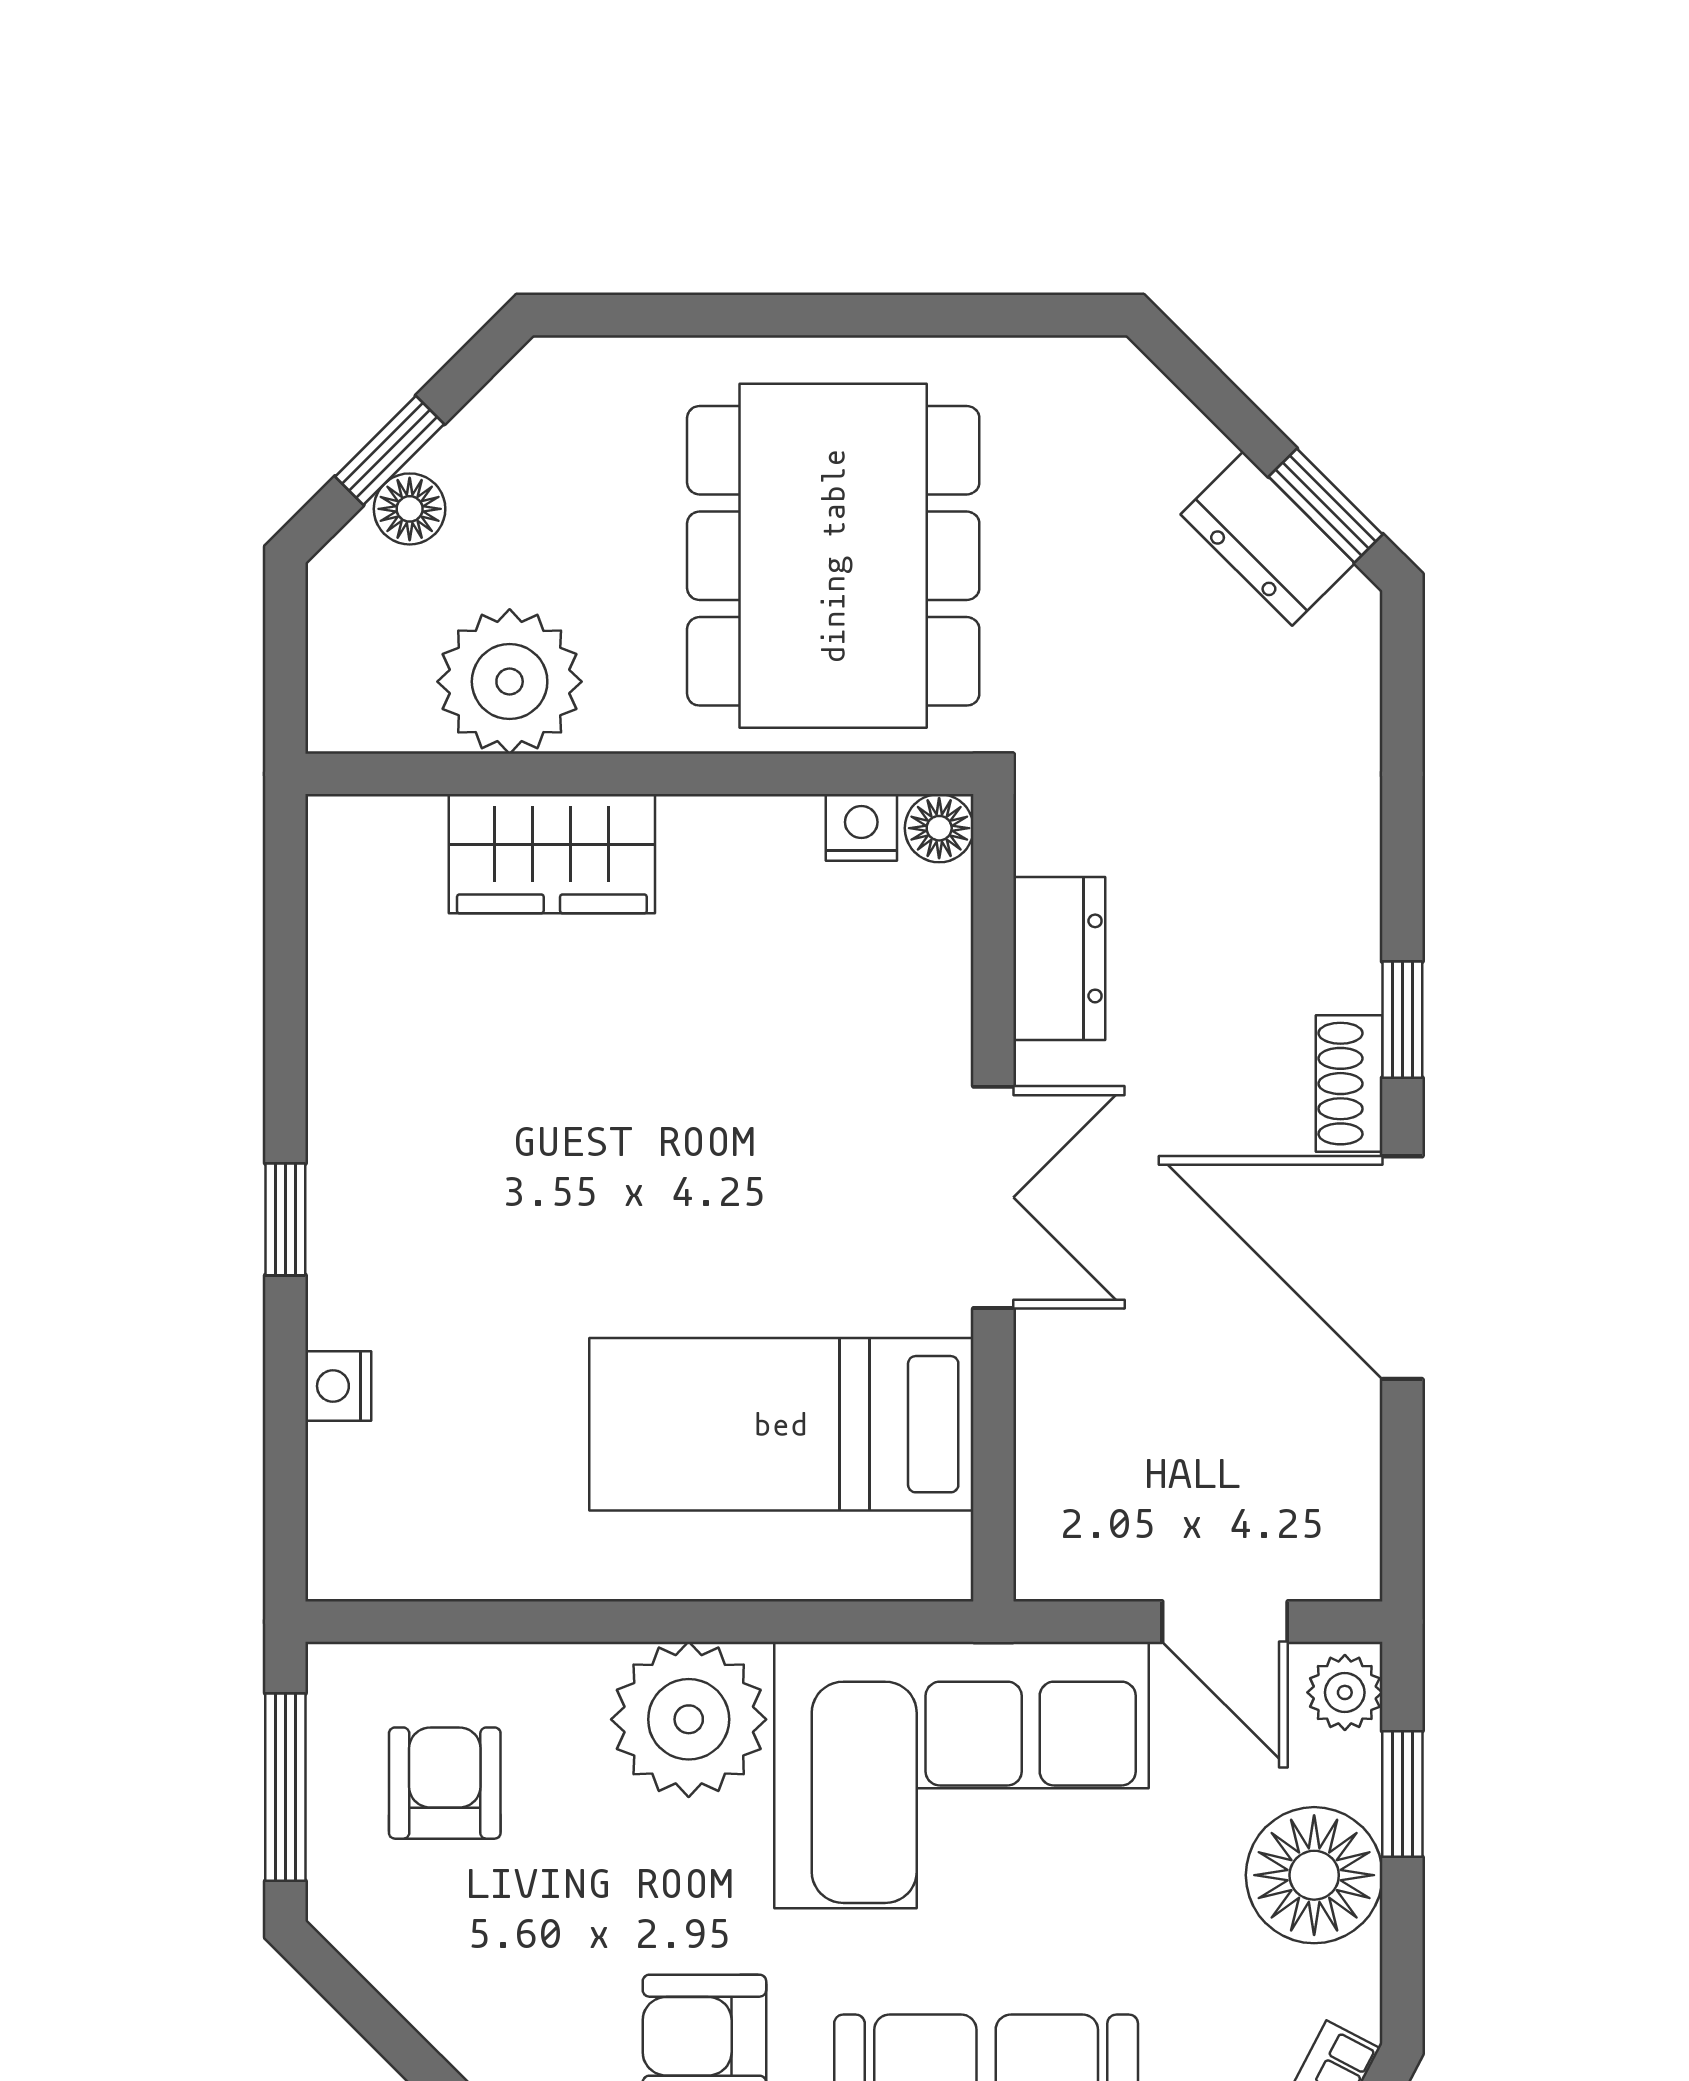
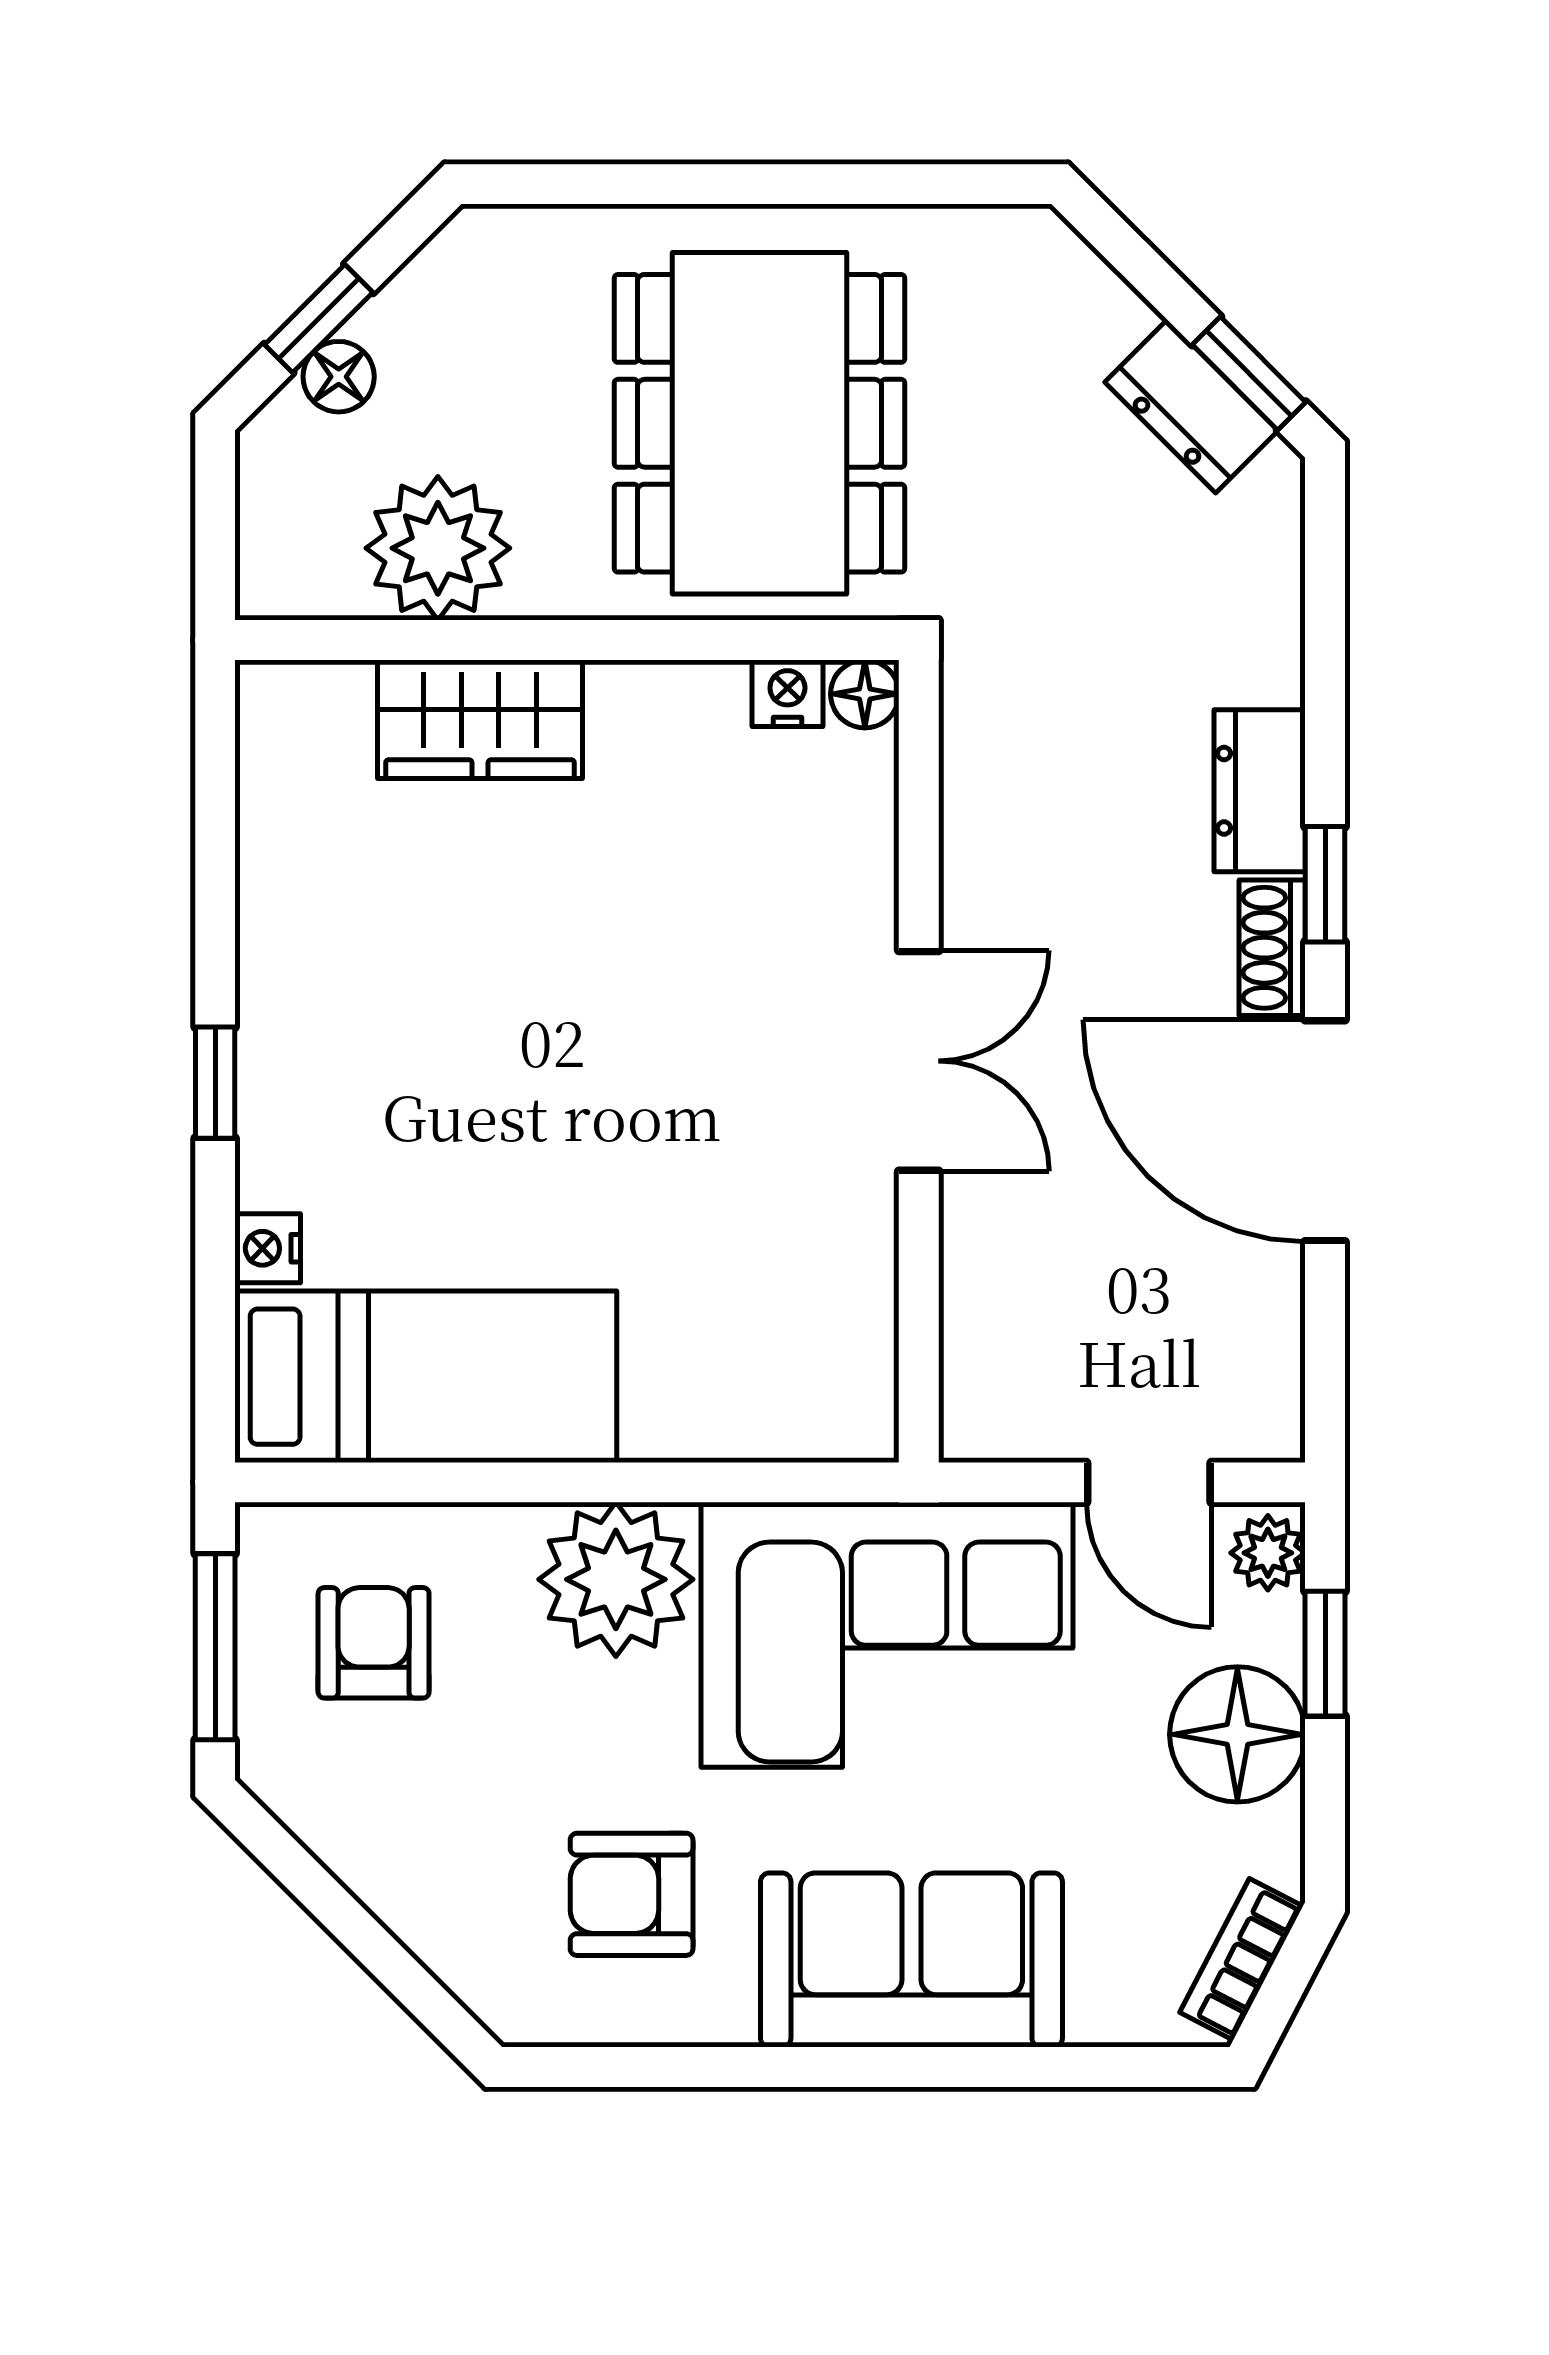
dresser: (1059, 958) -> (1260, 791), moved, turned 180
bed: (781, 1424) -> (426, 1377), moved, turned 180

